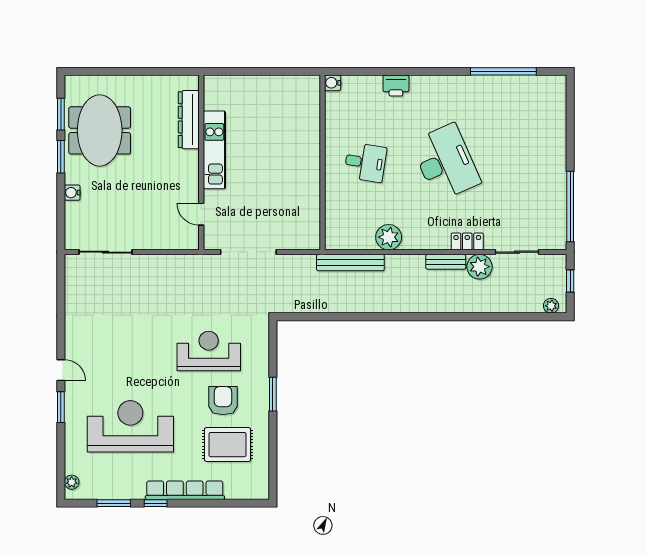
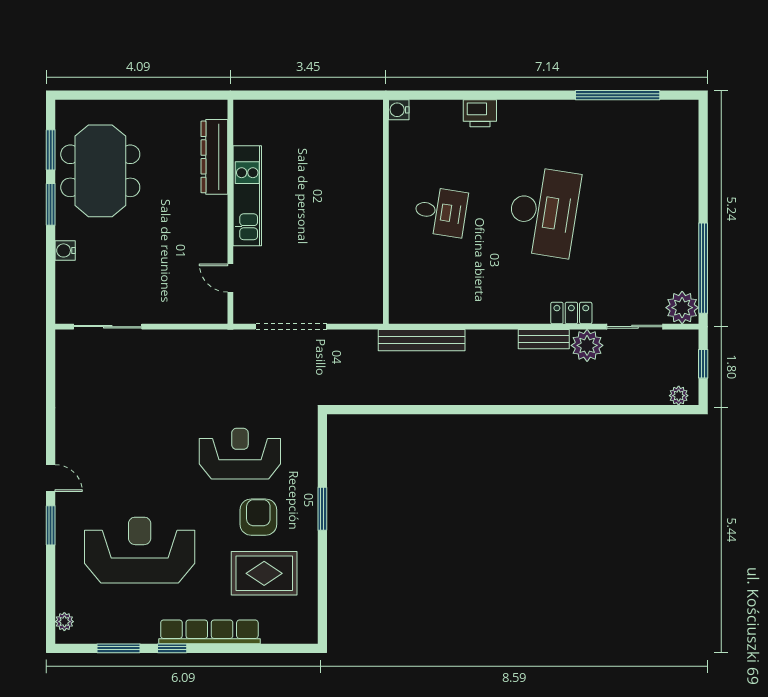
desk: (446, 162) -> (544, 212), turned 33
plant: (389, 237) -> (682, 308), moved

